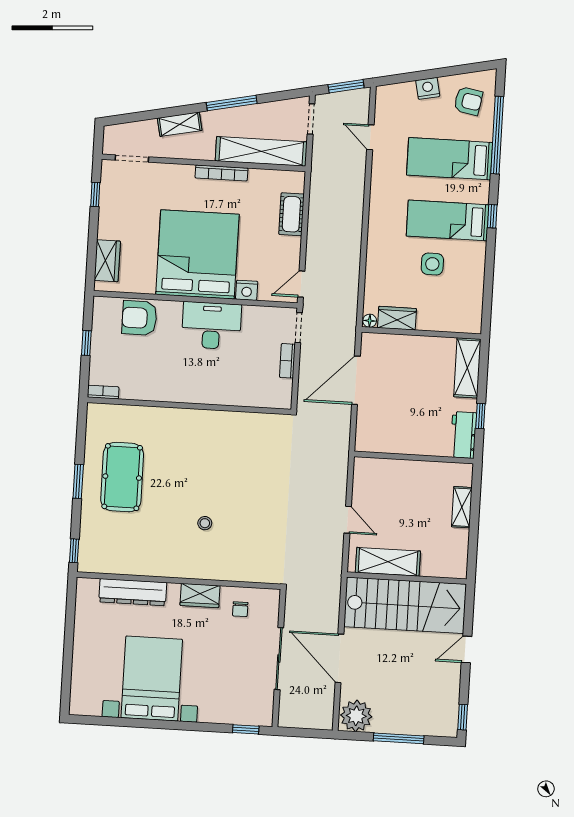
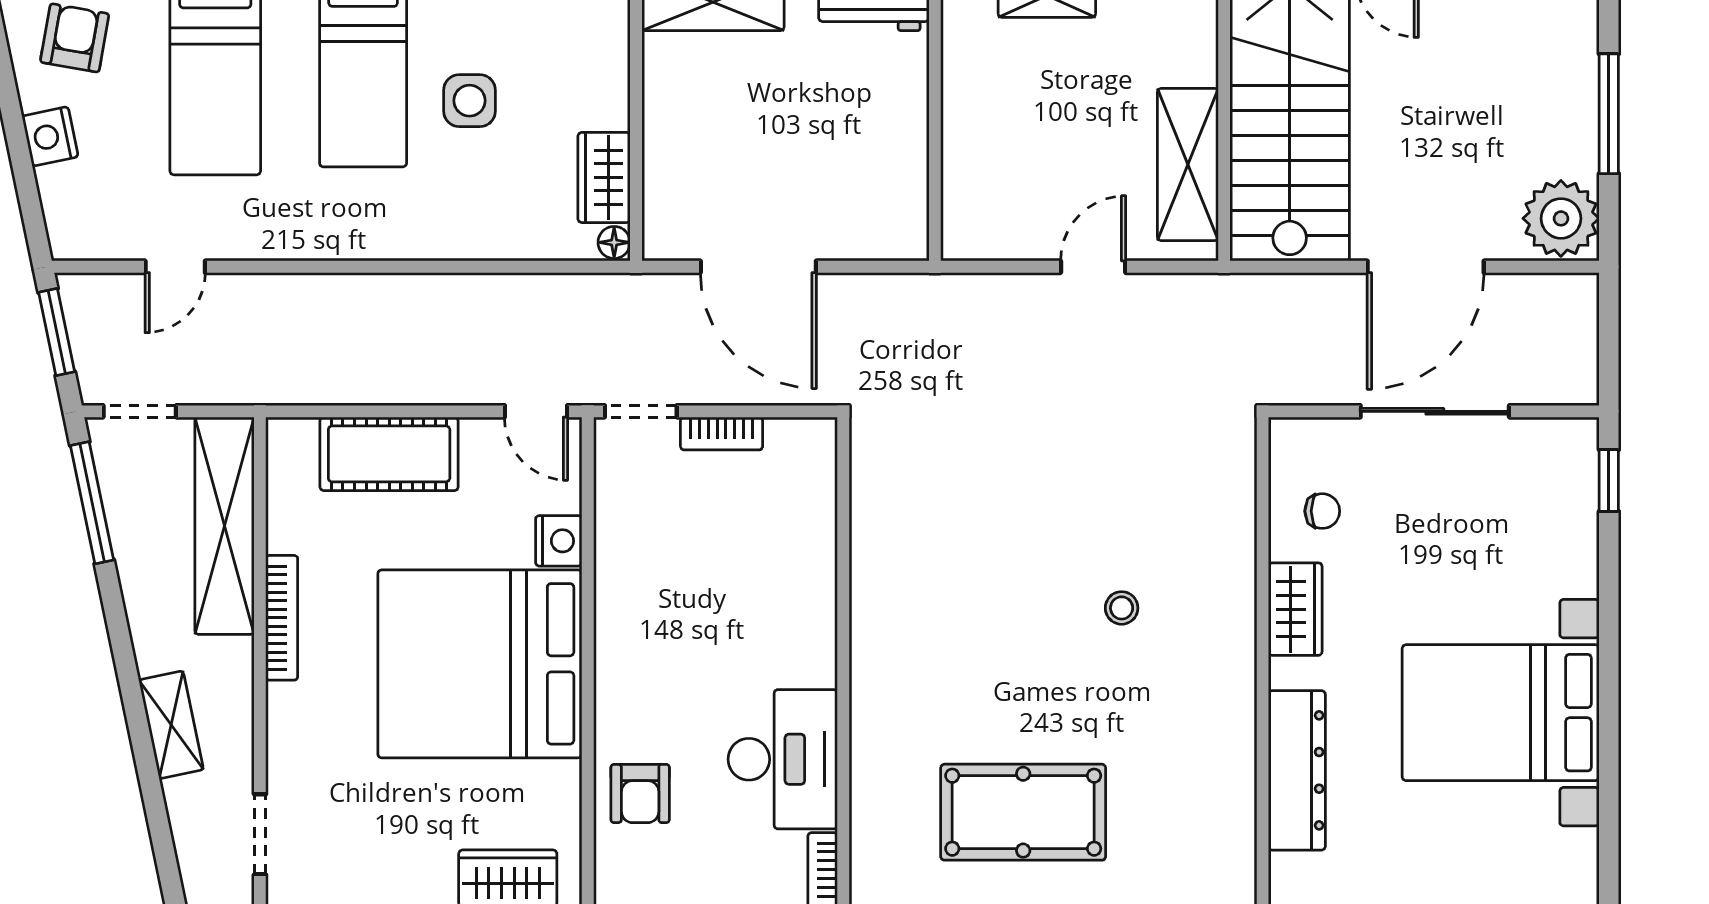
window: (232, 103) -> (92, 503), moved
cot: (291, 214) -> (389, 454), width x1.37, depth x1.34
armchair: (139, 318) -> (640, 793), width x0.72, depth x0.72
desk: (211, 326) -> (783, 759), moved, turned 180

